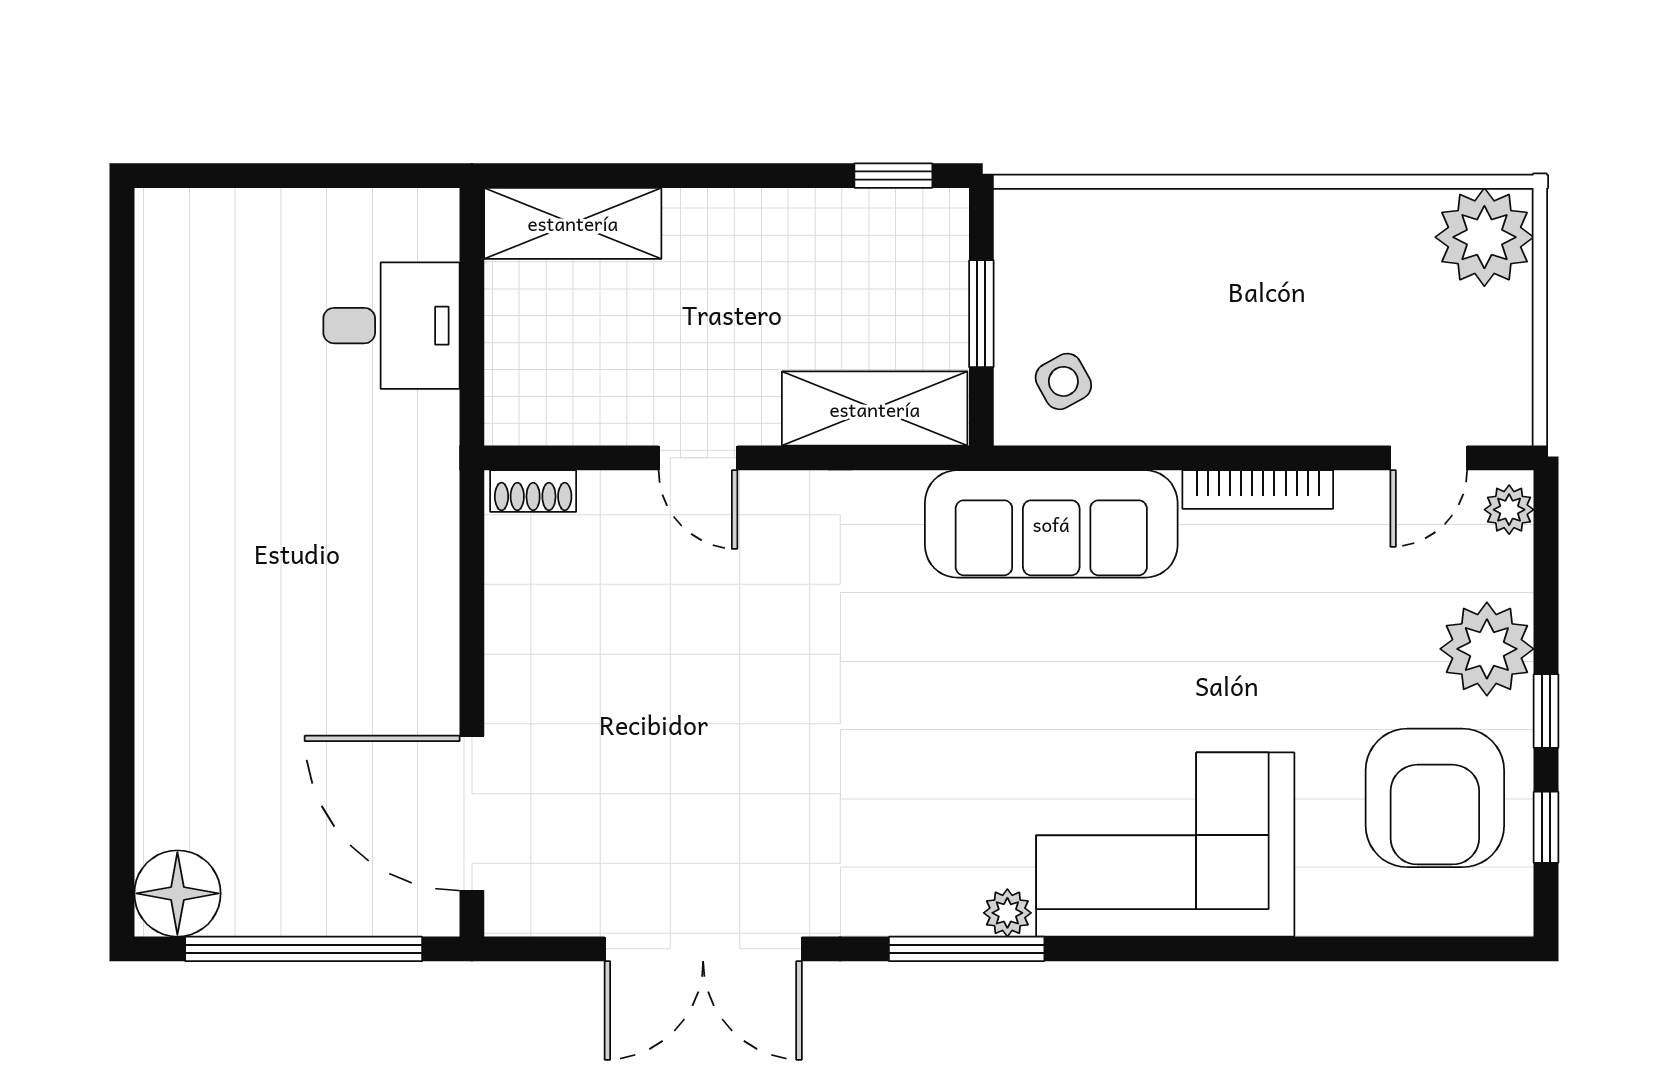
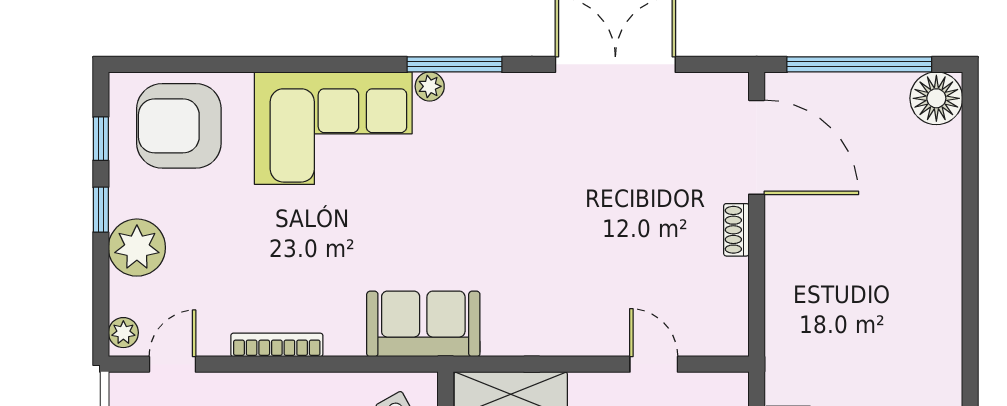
door: (698, 458) -> (654, 364), moved
shoe rack: (533, 491) -> (736, 230), moved, turned -90
sofa: (1051, 524) -> (423, 324), width x0.73
armchair: (1435, 798) -> (179, 126), moved, turned -90

